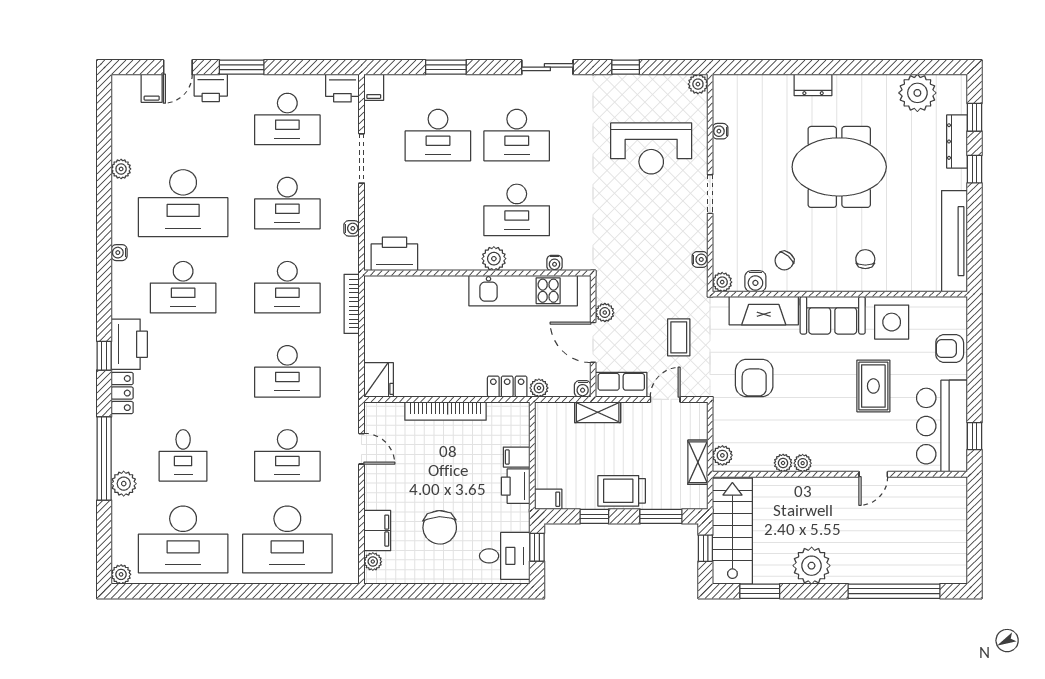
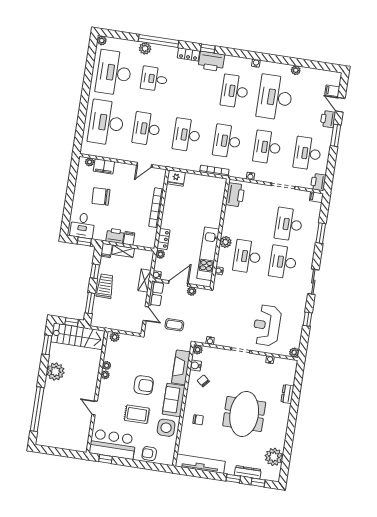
dresser: (813, 85) -> (287, 394), moved
armchair: (950, 349) -> (149, 454), turned -89
armchair: (754, 378) -> (144, 385), moved, turned 180
shelving: (698, 462) -> (123, 251), moved

